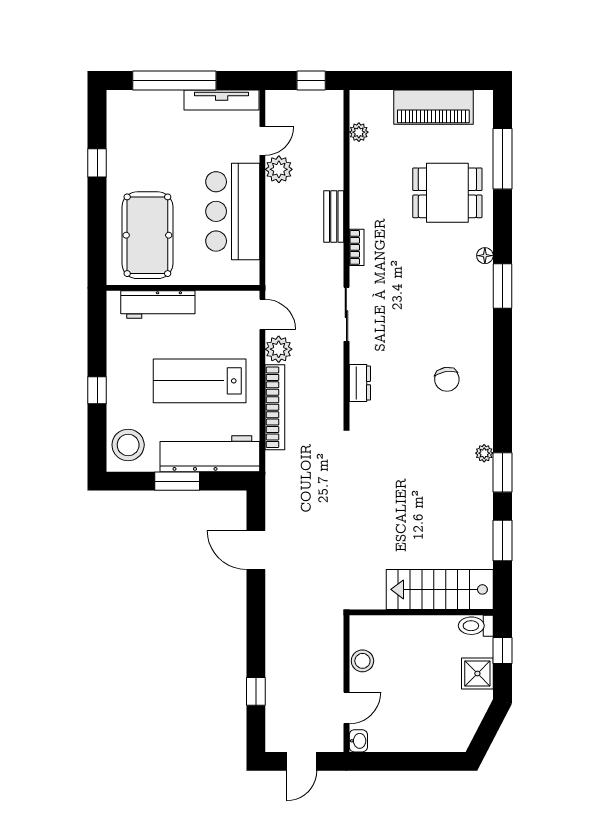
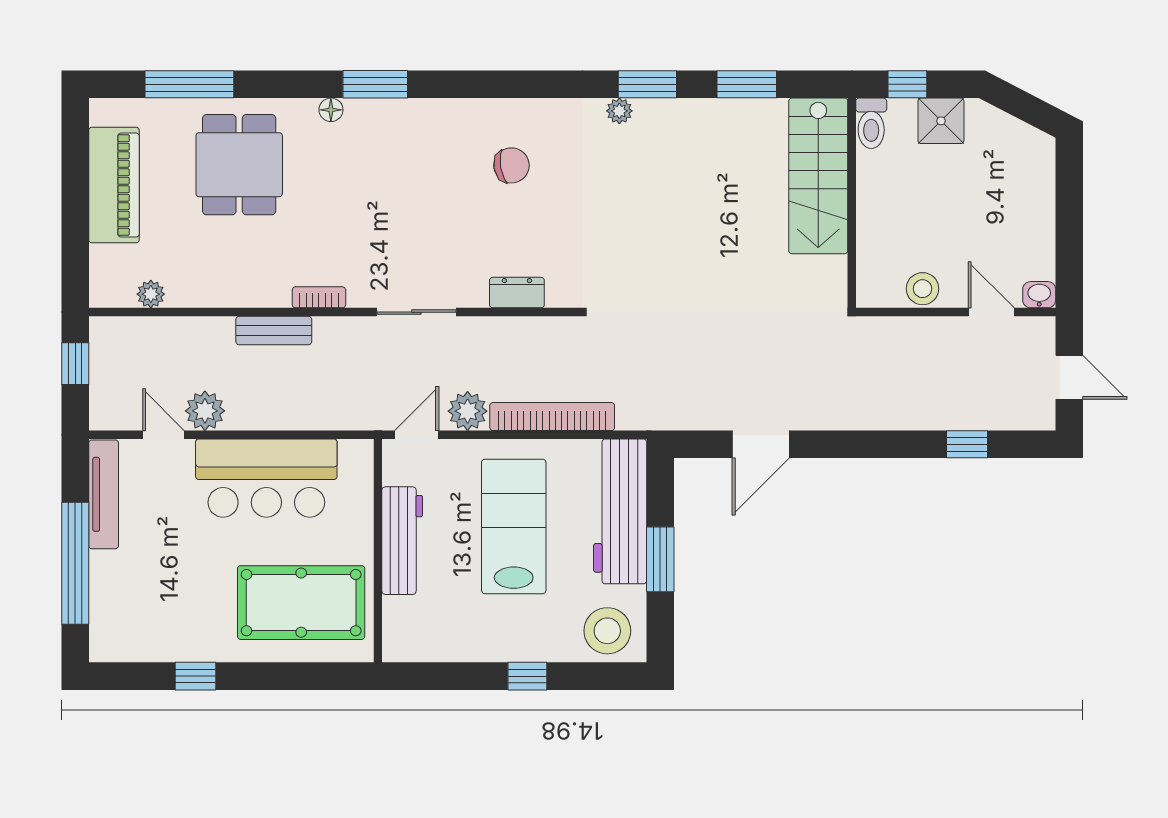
workbench: (158, 304) -> (402, 541), moved
lab bench: (200, 381) -> (514, 526), turned 180

